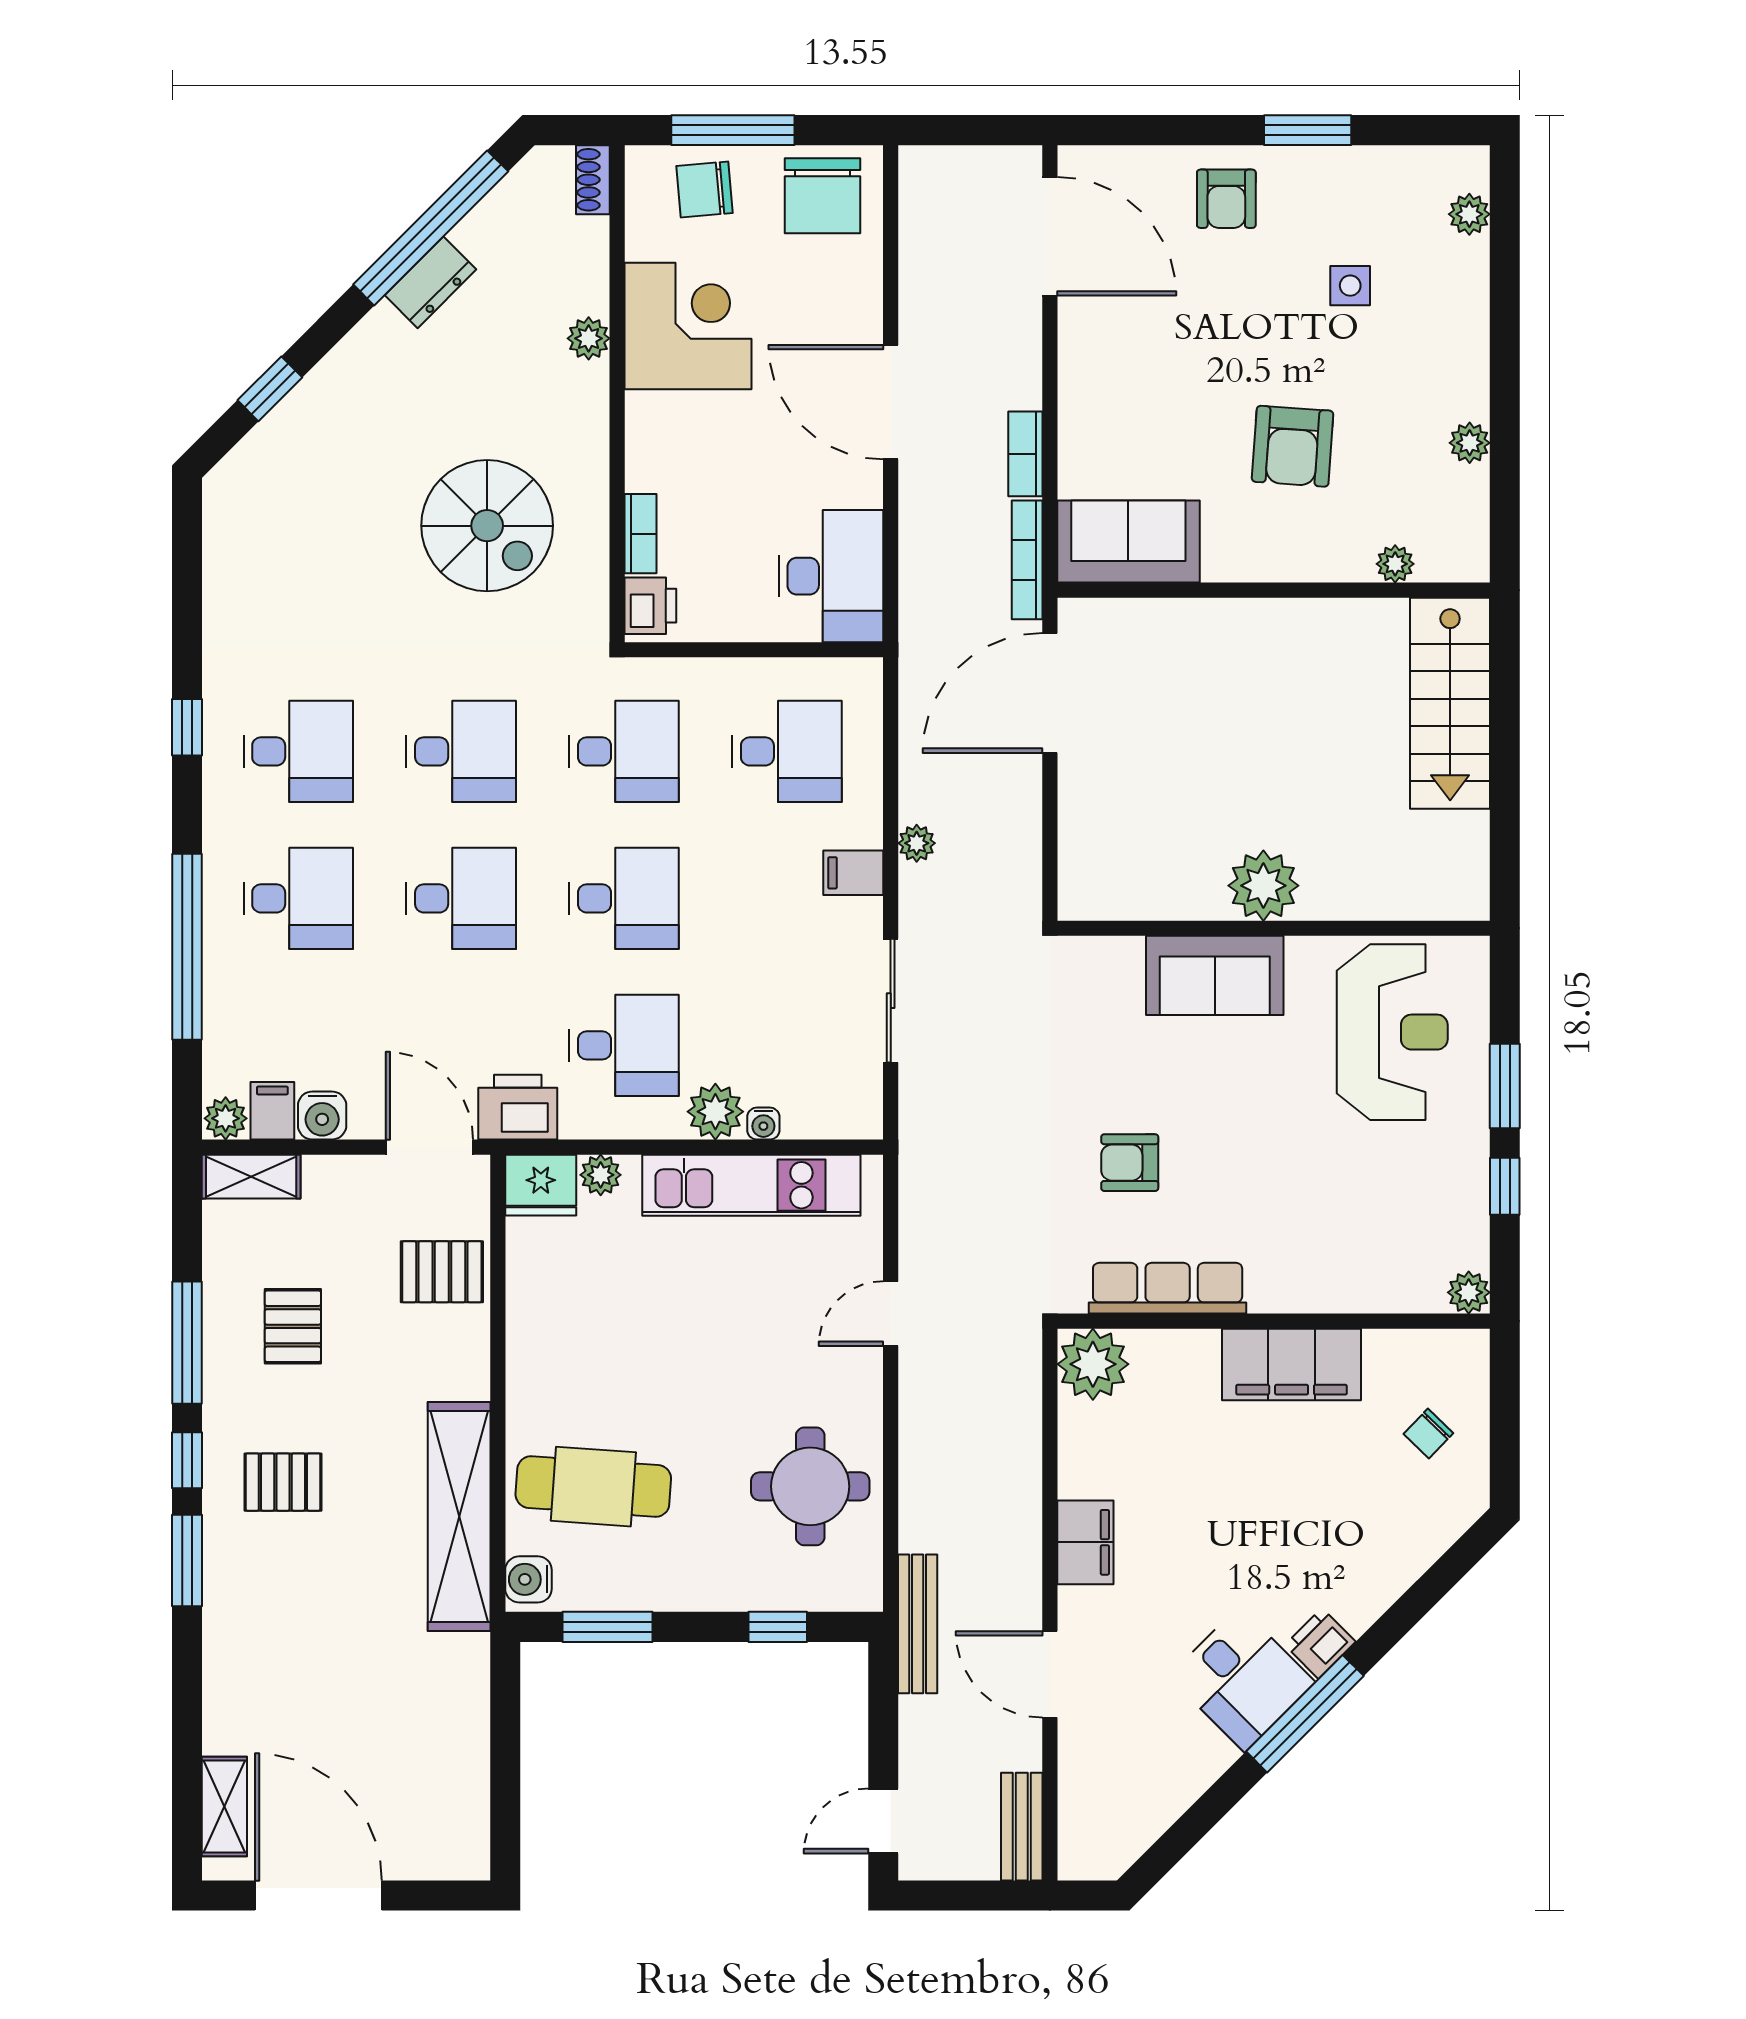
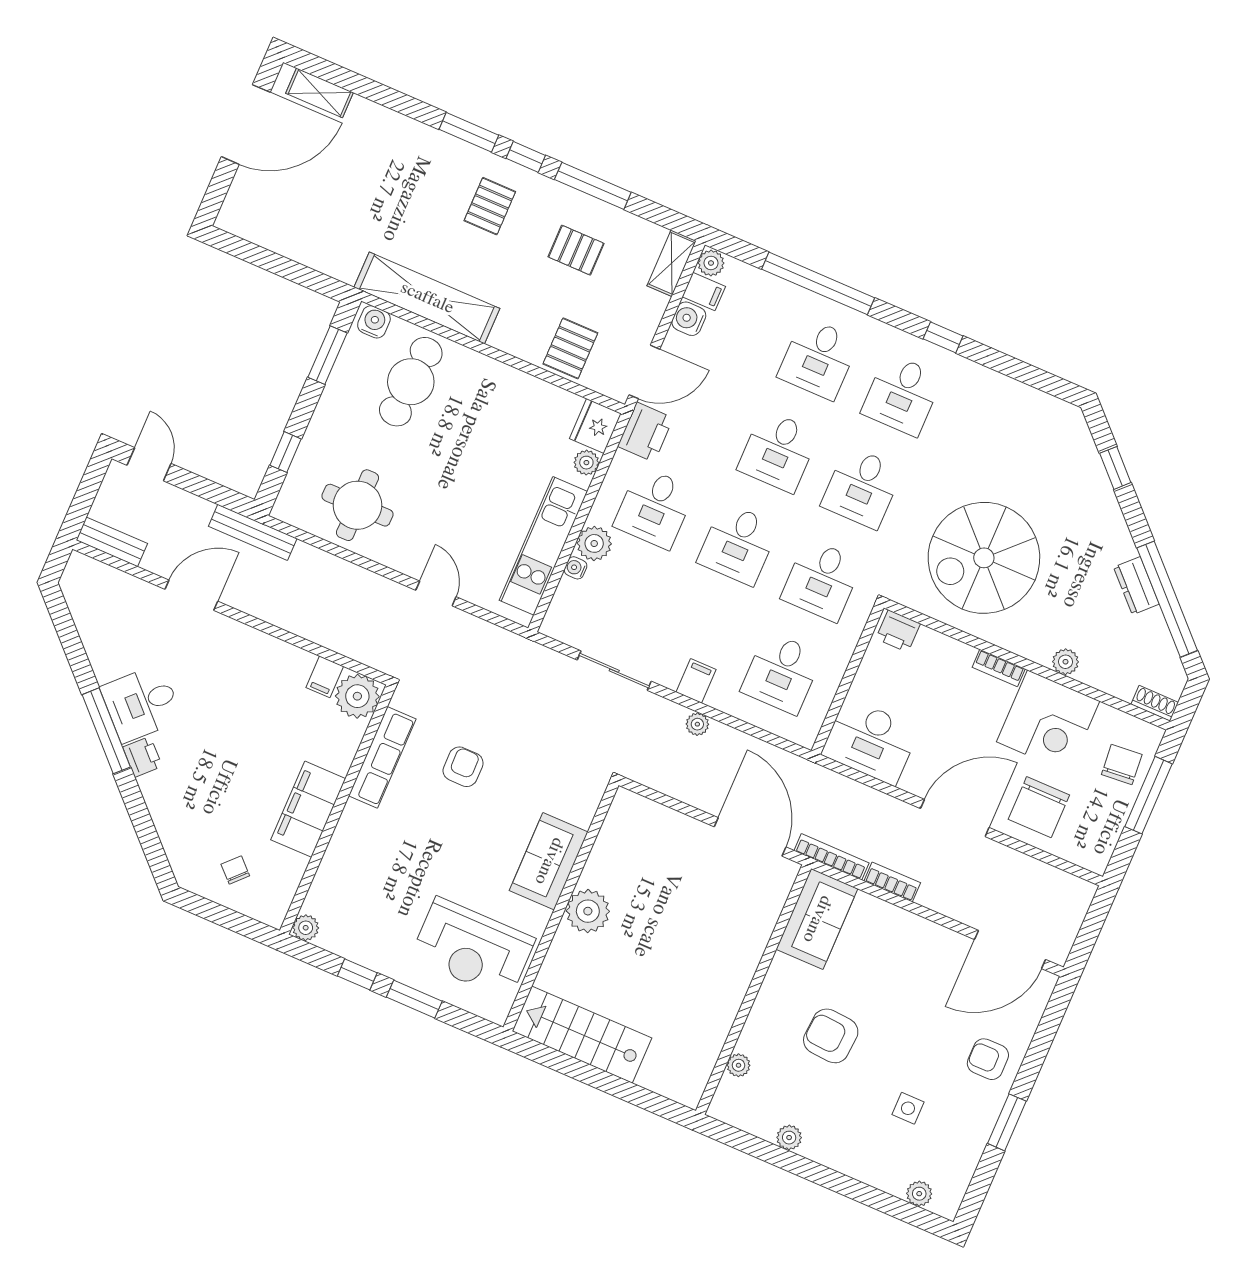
chair: (823, 196) -> (1039, 807), moved, turned -90
spiral stairs: (487, 526) -> (984, 558), width x1.37, depth x1.37
bookcase: (641, 534) -> (999, 668), moved
stairs: (1450, 703) -> (582, 1035), moved
filing cabinet: (1085, 1542) -> (325, 677), moved, width x0.50

